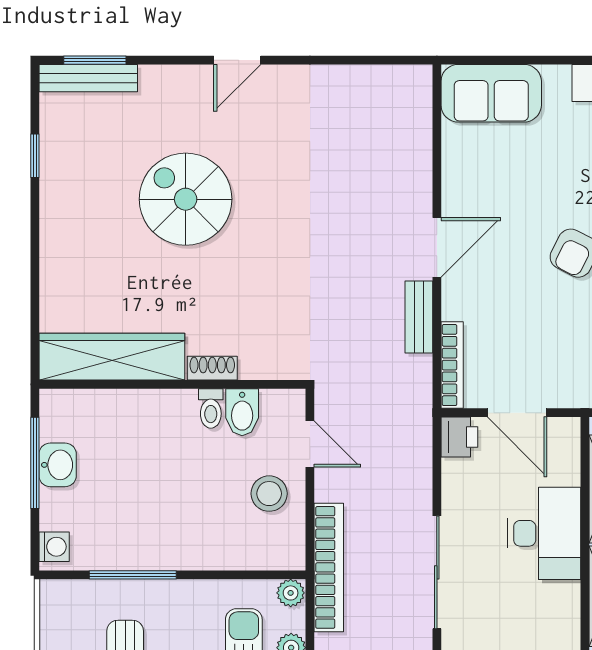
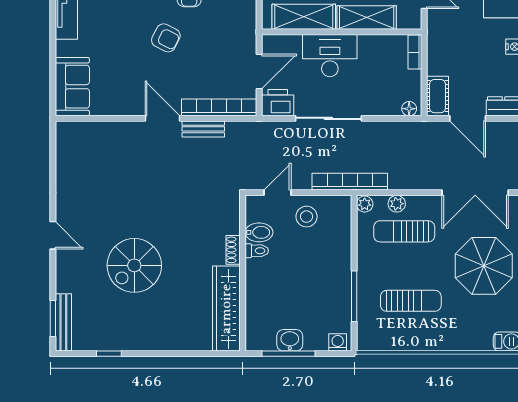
bookcase: (452, 365) -> (219, 107), width x1.48, depth x1.31
printer: (459, 437) -> (278, 103), width x1.36, depth x1.24
sliding door: (437, 572) -> (328, 118), moved

